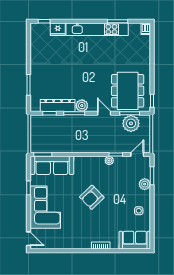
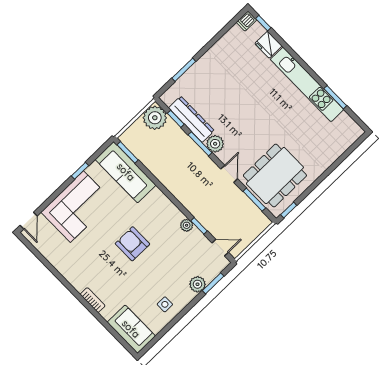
dishwasher: (146, 29) -> (246, 21), moved
plant: (131, 123) -> (155, 118), moved
armchair: (92, 197) -> (132, 244), turned 44

